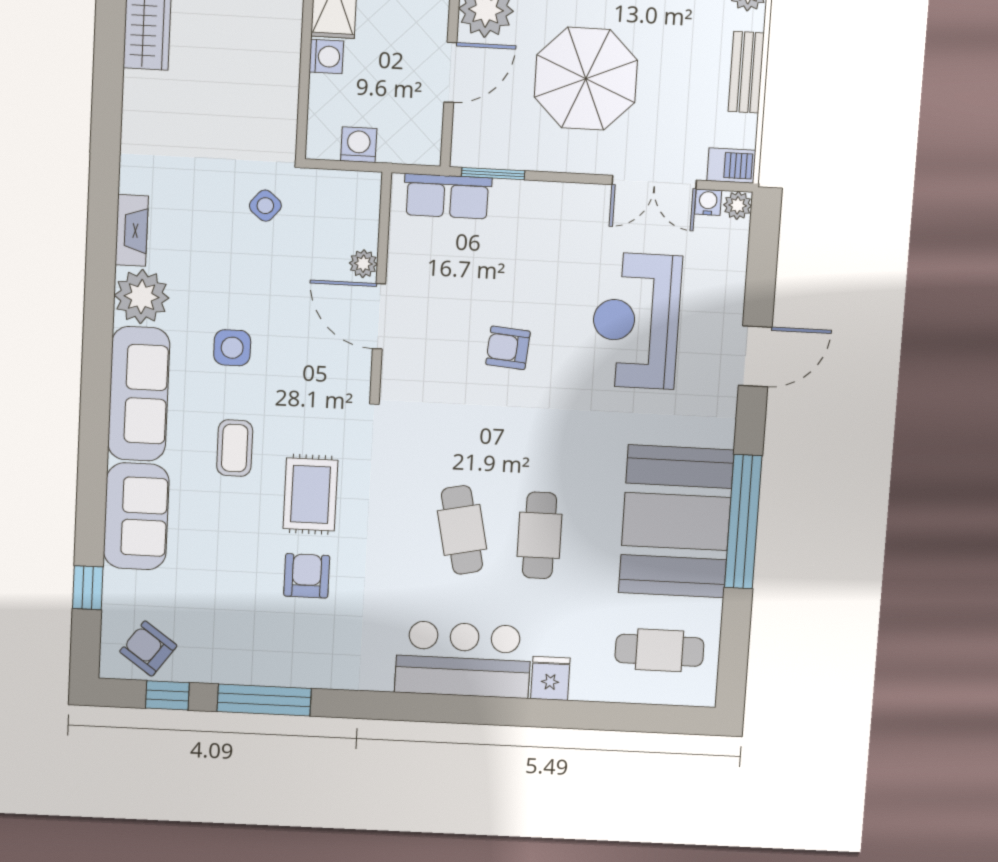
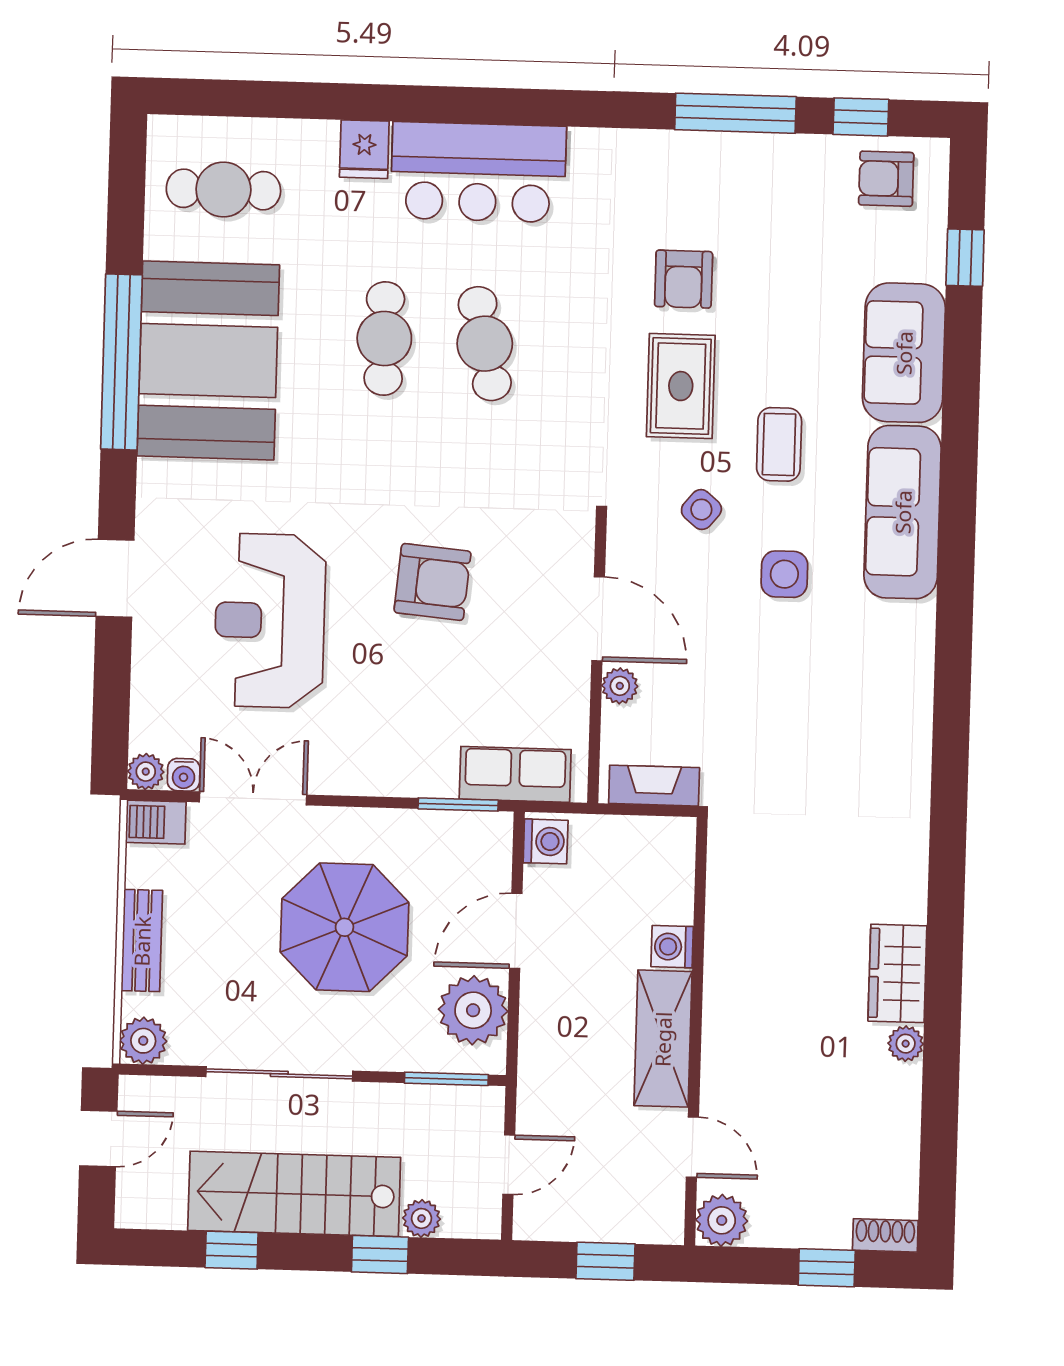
washing machine: (359, 145) -> (546, 841), moved, turned -90
side table: (265, 206) -> (701, 510), moved
fireplace: (132, 230) -> (654, 786), moved, turned 90
plant: (142, 297) -> (900, 637), removed
reception desk: (636, 321) -> (270, 621), turned 180
armchair: (508, 348) -> (433, 582), width x1.38, depth x1.38
armchair: (148, 649) -> (886, 179), turned 144

